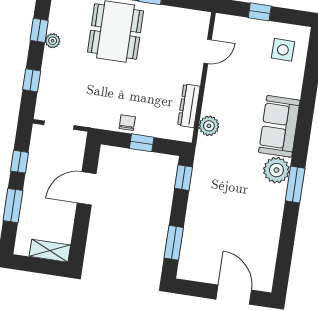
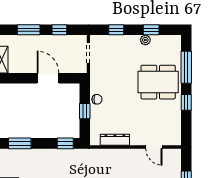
plant: (209, 126) -> (103, 155), removed

